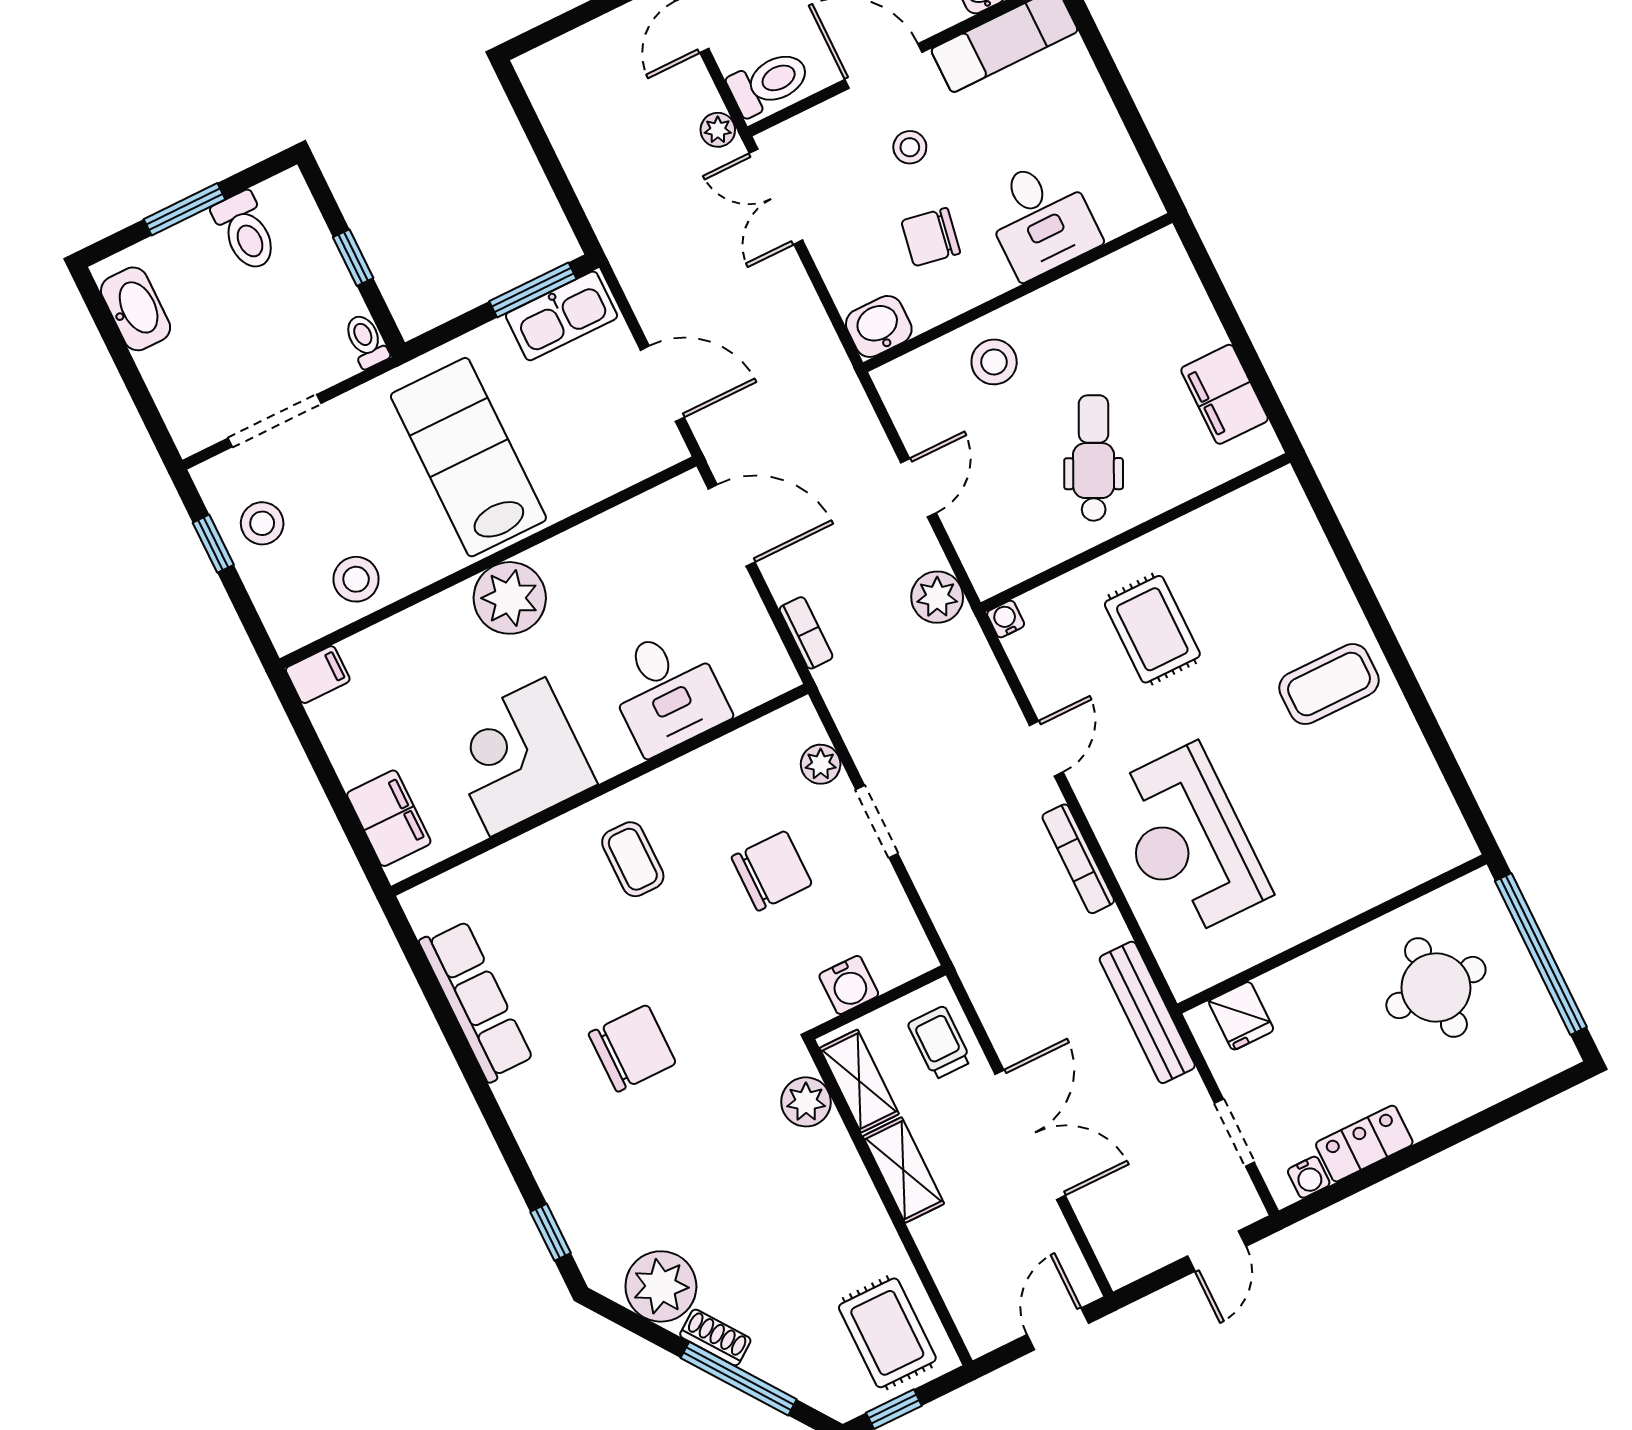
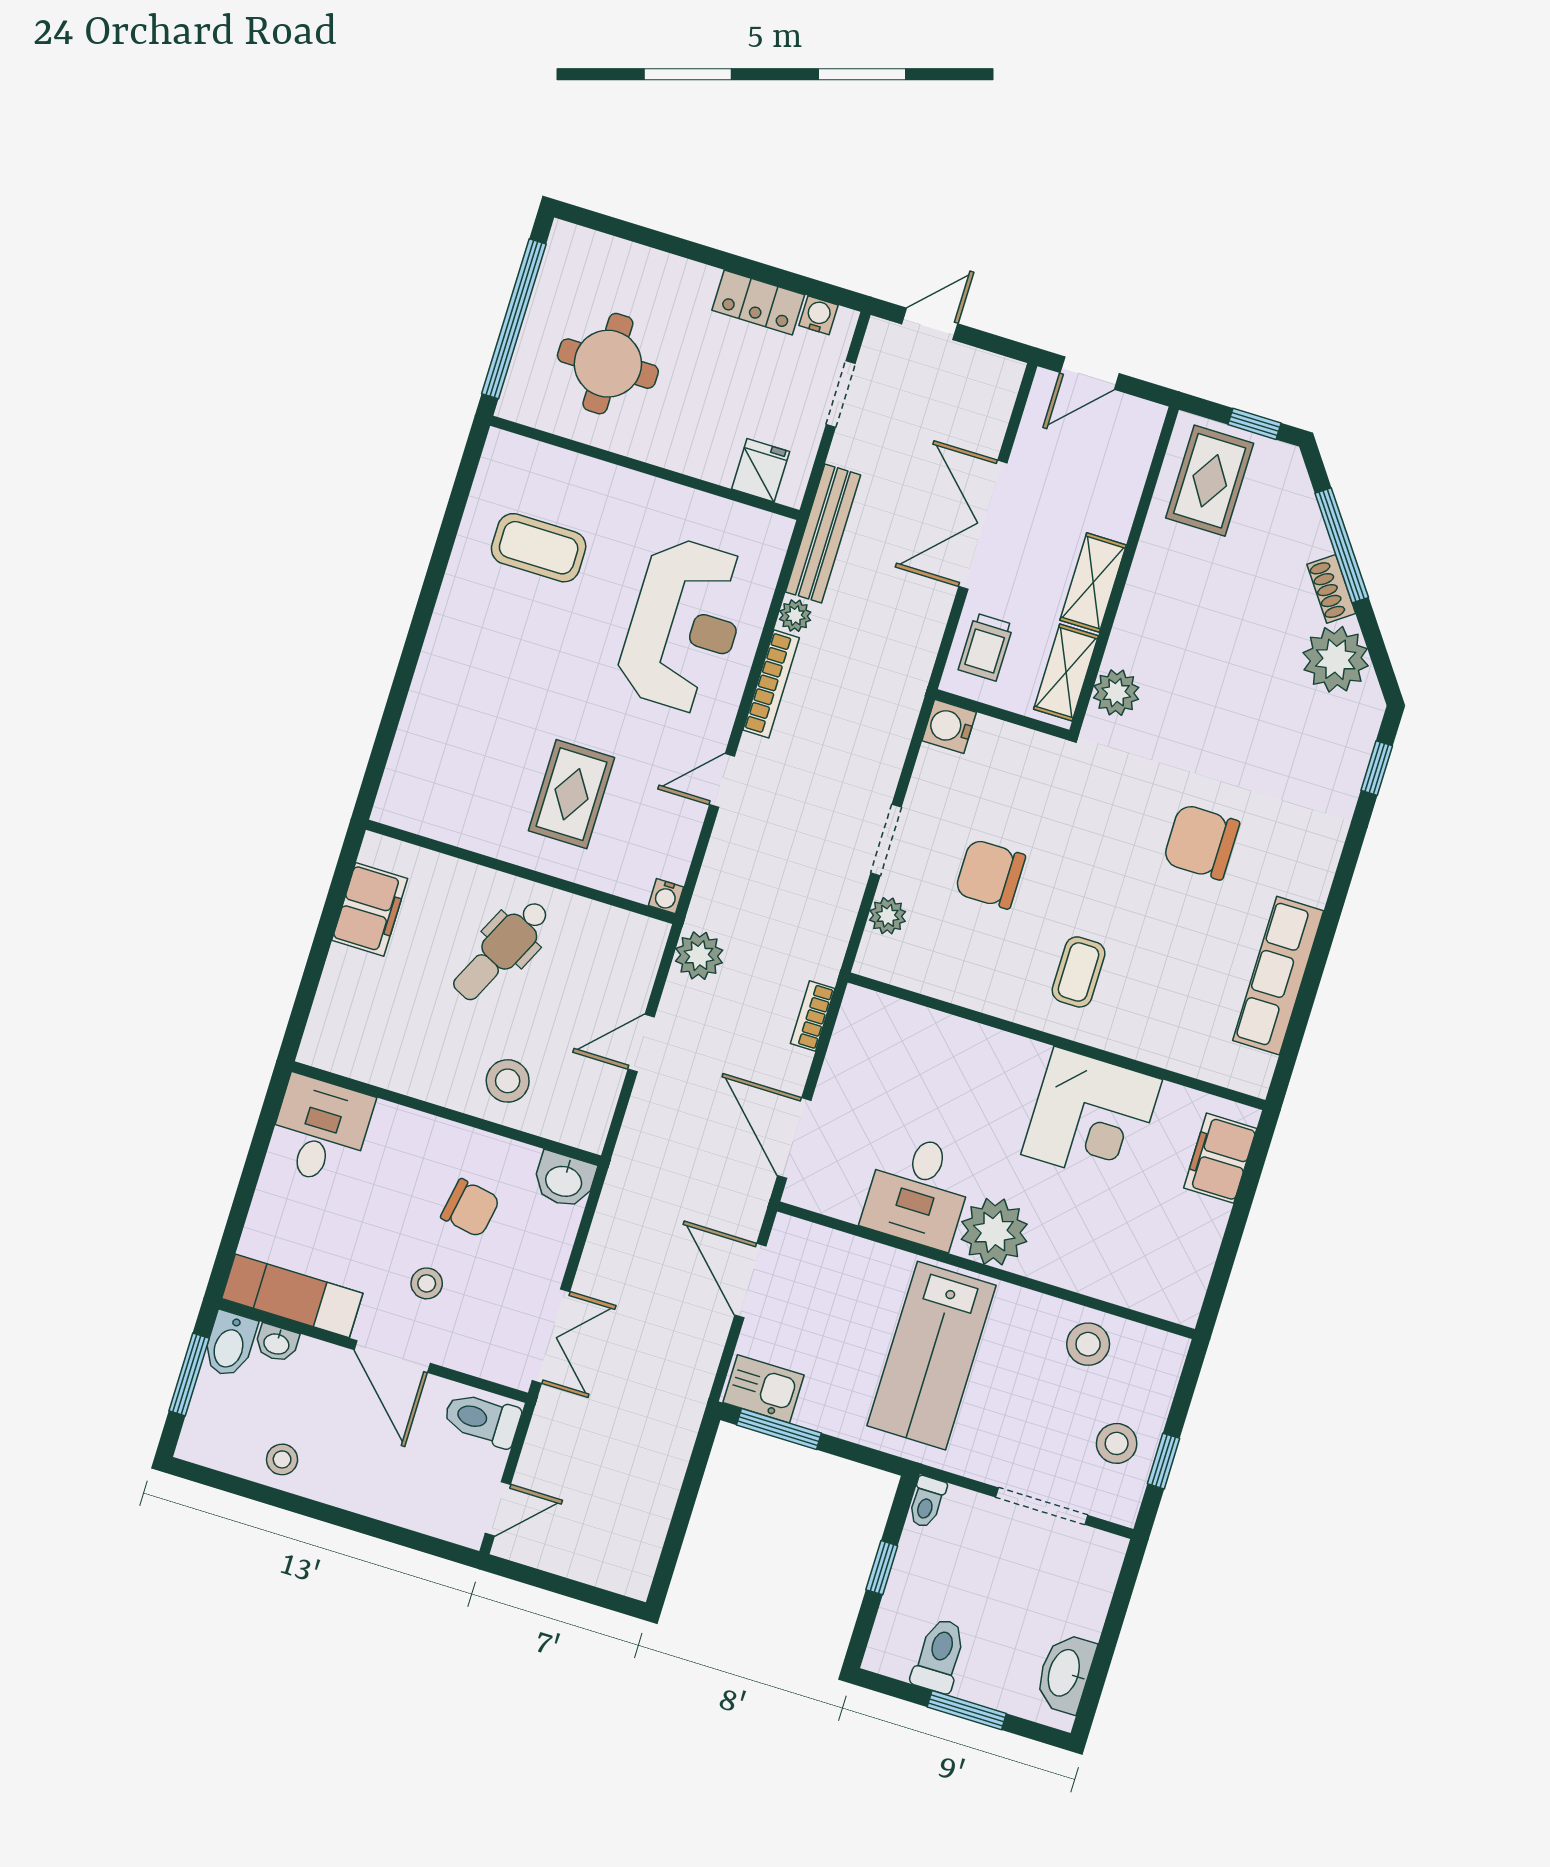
plant: (718, 130) -> (795, 616), moved
desk: (1041, 218) -> (320, 1130), moved
kitchen sink: (561, 316) -> (764, 1389), width x0.73
filing cabinet: (318, 675) -> (1176, 1303), removed
coffee table: (1329, 684) -> (539, 548), moved
desk: (667, 691) -> (918, 1191), moved, turned 180
water cooler: (849, 985) -> (949, 726), moved, turned -90

